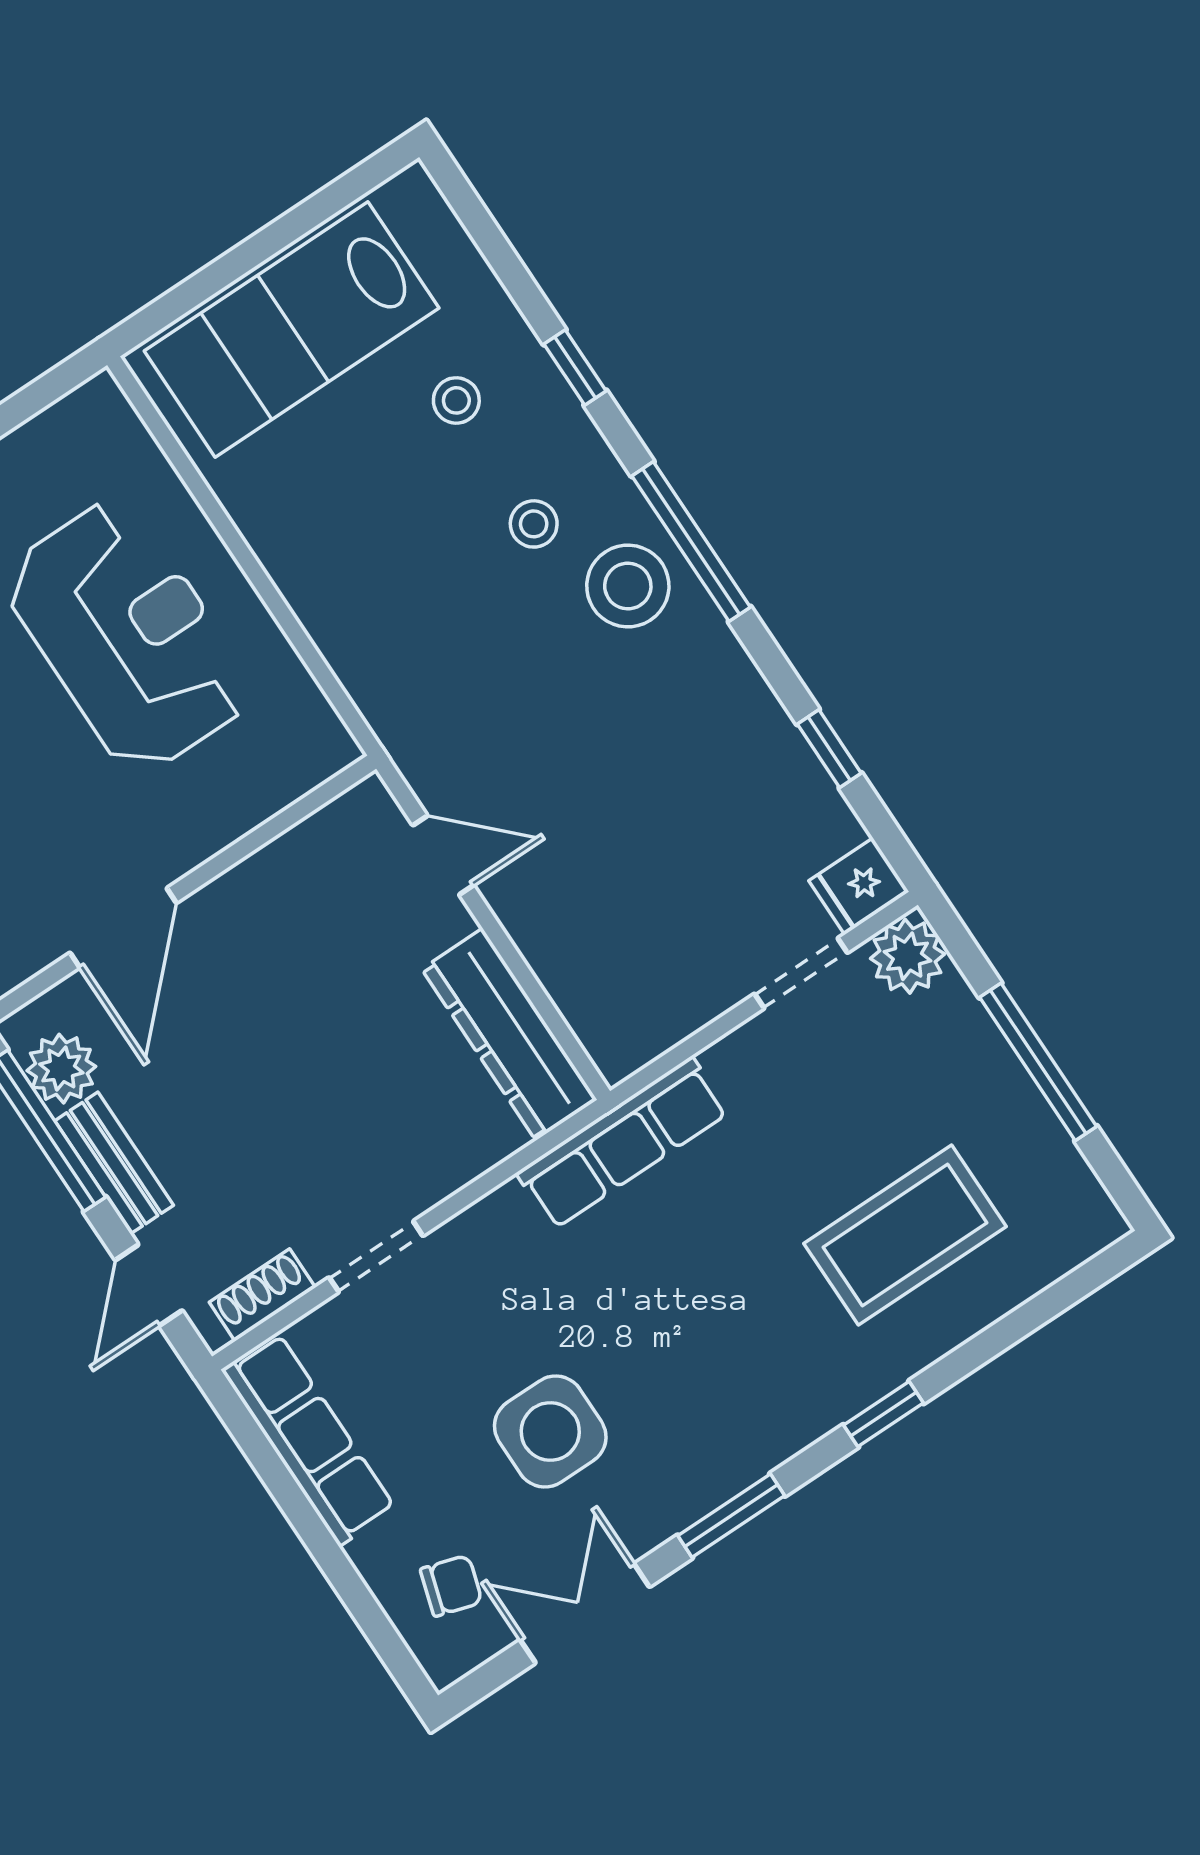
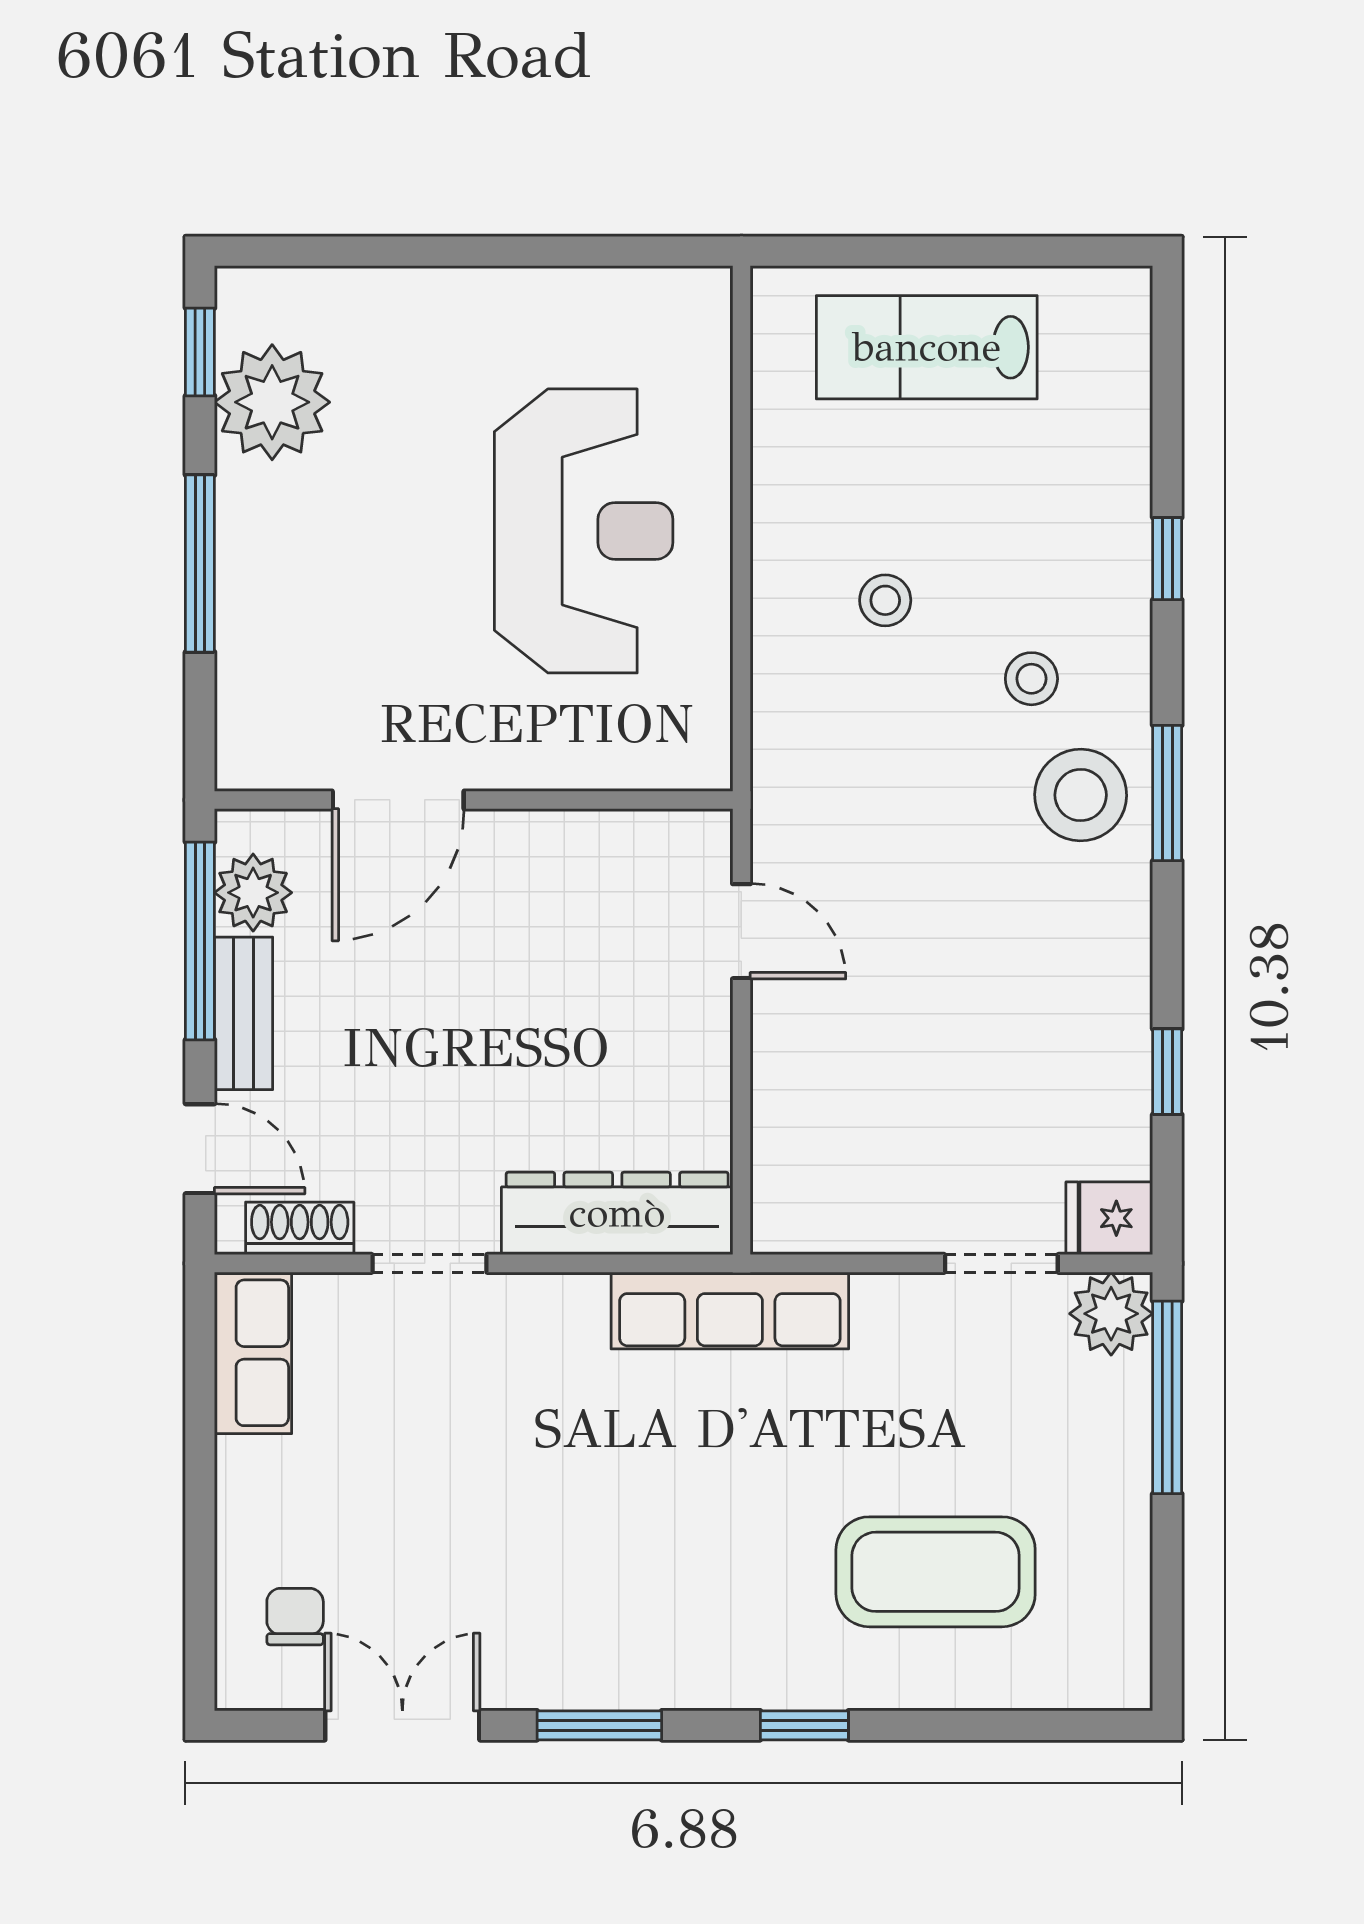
lab bench: (292, 330) -> (927, 347), width x0.73, depth x0.72
stool: (456, 400) -> (885, 600), moved
window: (691, 542) -> (1167, 793), width x0.69
dresser: (509, 1034) -> (617, 1213), moved, turned 90
window: (1038, 1062) -> (1167, 1397), moved
door: (149, 1285) -> (200, 1149), swing flipped
side table: (550, 1432) -> (483, 1534), removed
row of seats: (309, 1439) -> (253, 1353), width x0.68
chair: (451, 1586) -> (295, 1617), turned -107

